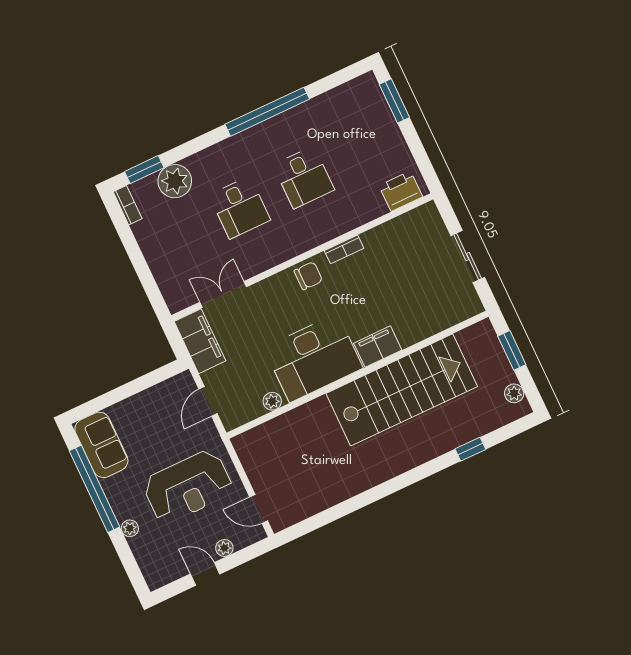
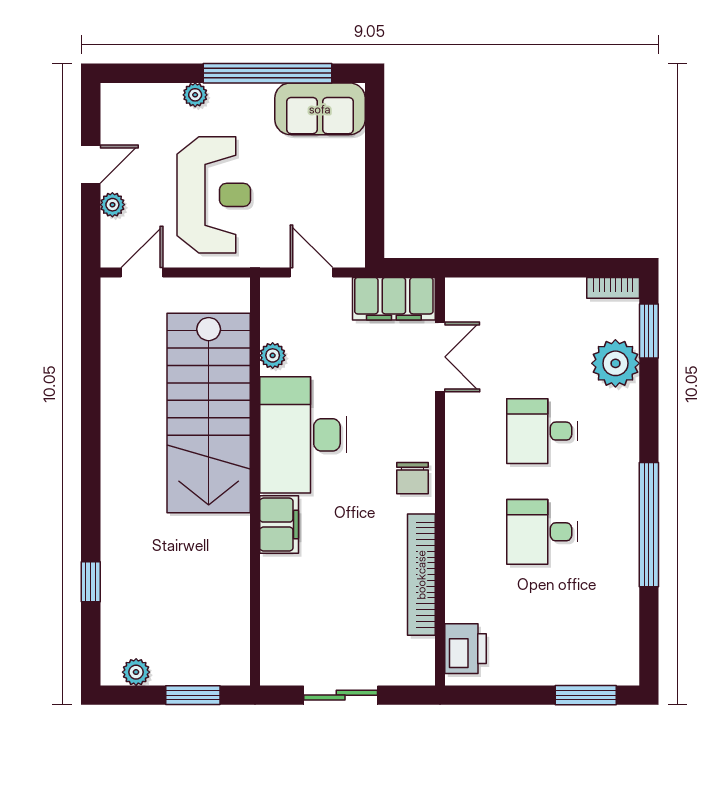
bookcase: (344, 249) -> (421, 575), width x2.31, depth x1.31
stairs: (402, 390) -> (209, 413), moved
reception desk: (188, 487) -> (214, 195), turned 180

